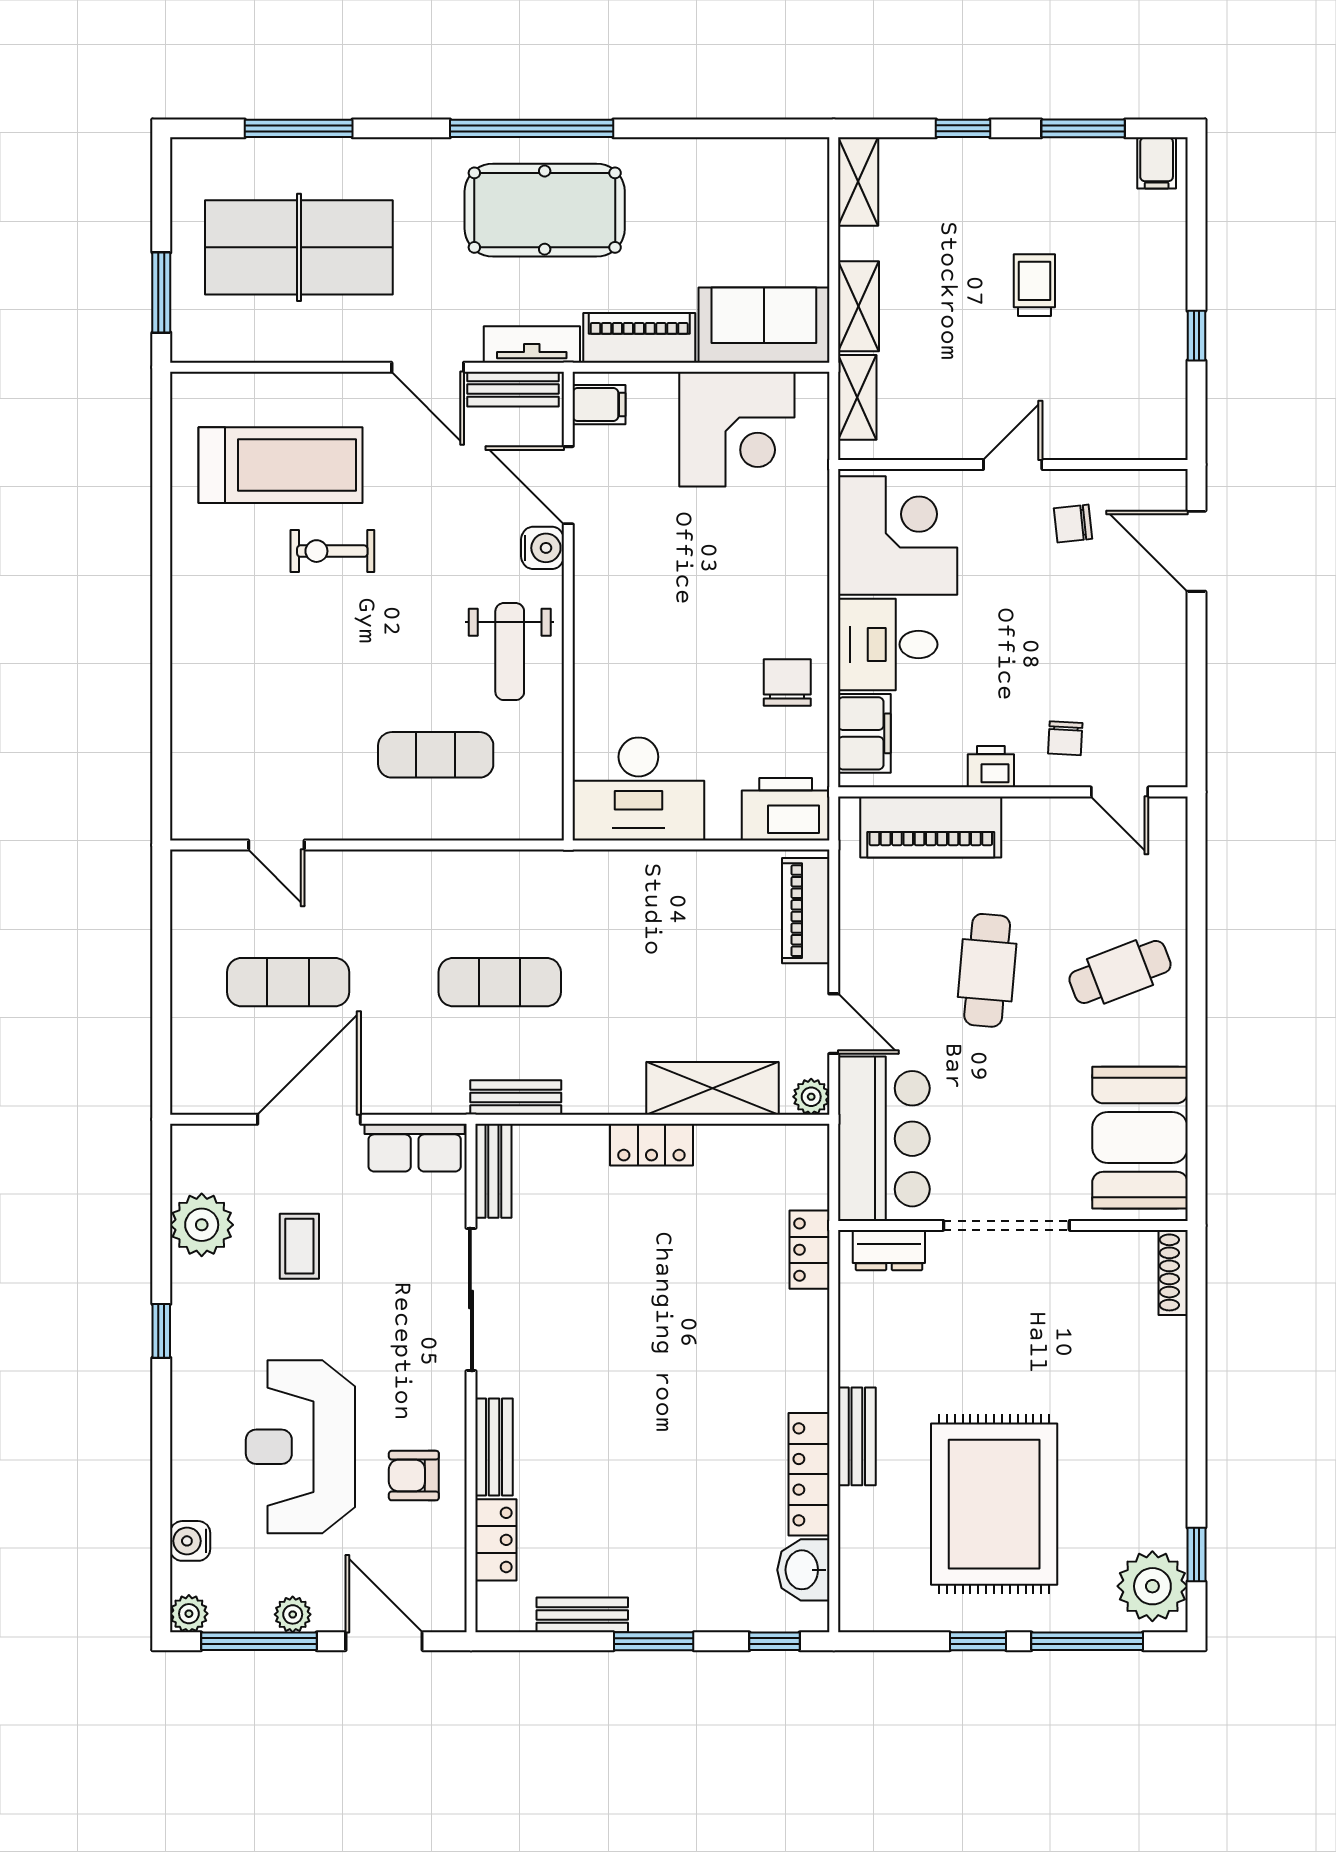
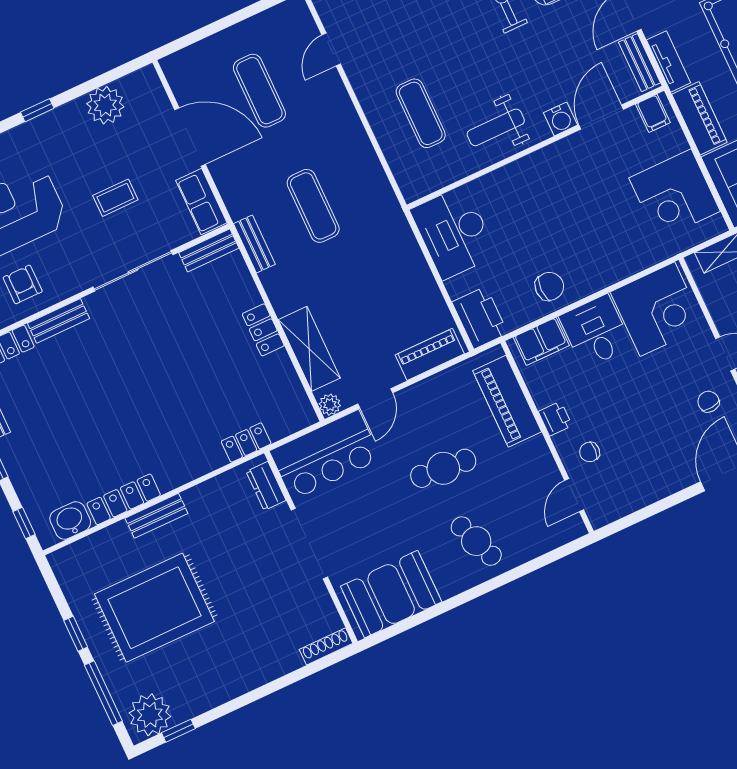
coffee table: (299, 1246) -> (115, 198), moved

